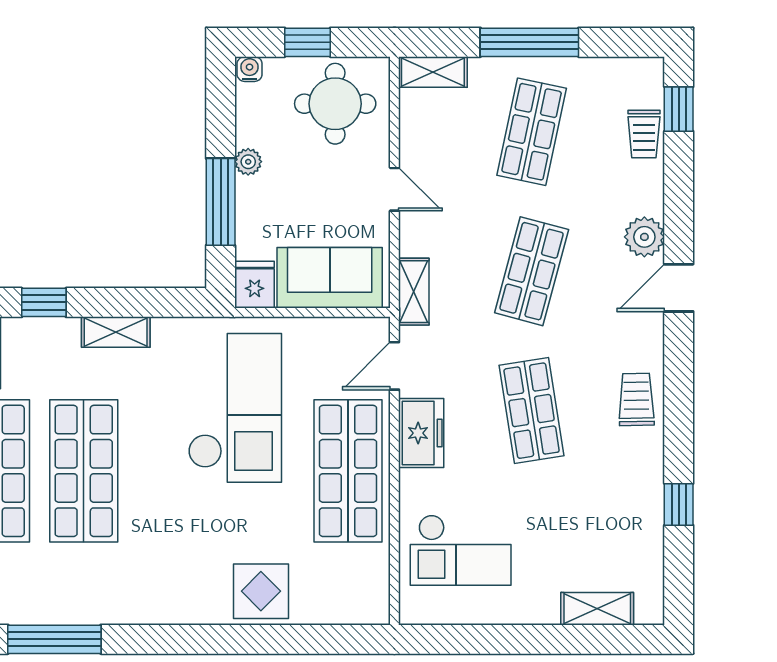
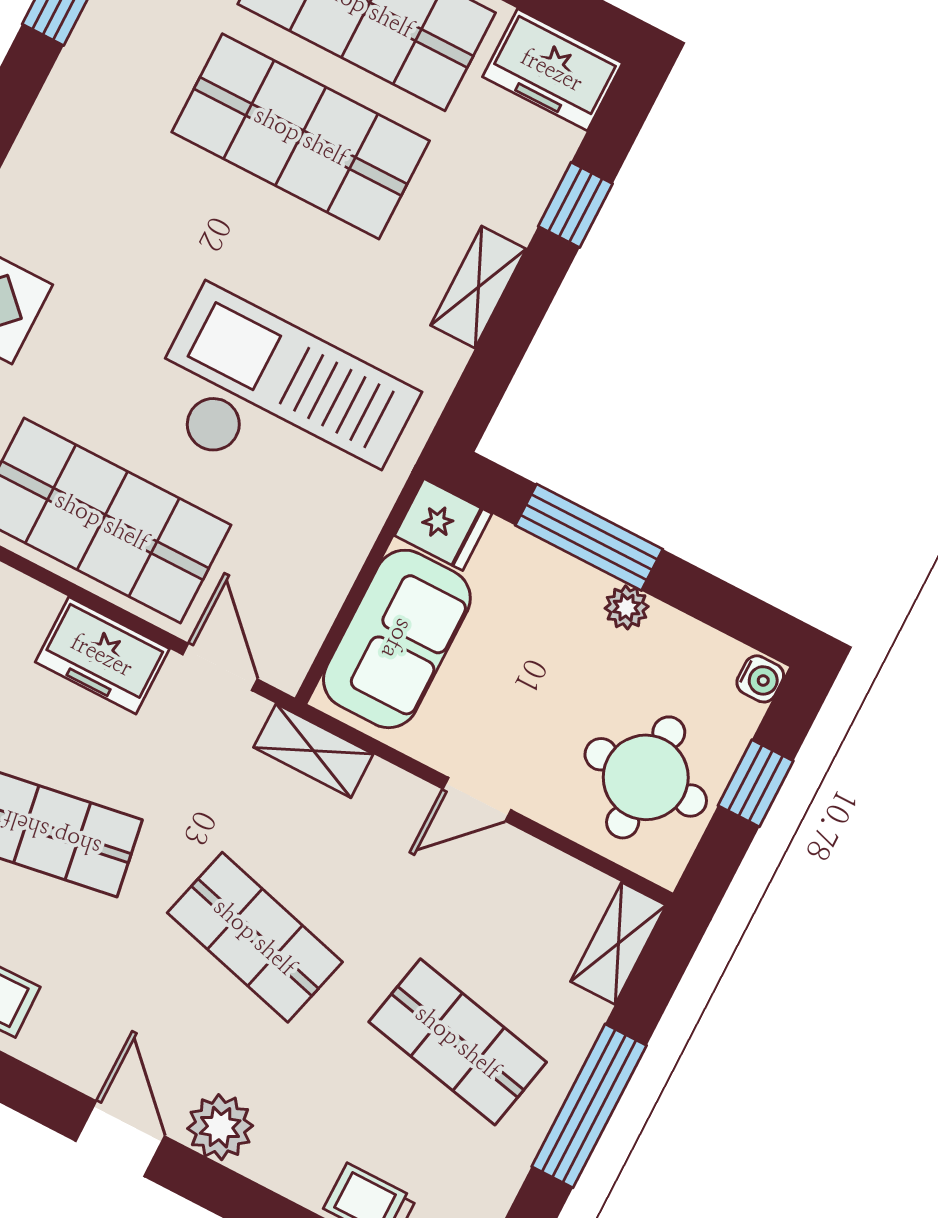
checkout: (235, 408) -> (279, 403), turned 180

